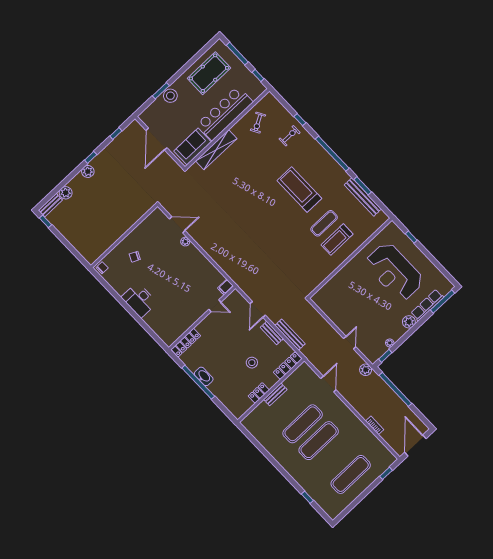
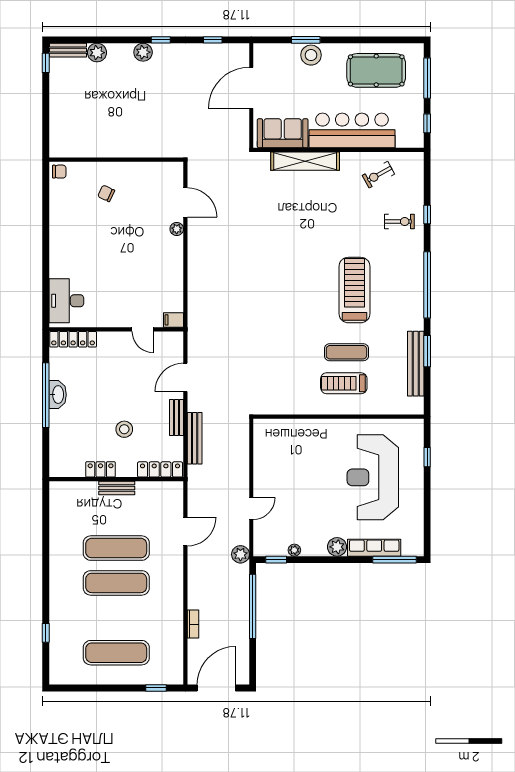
desk: (139, 300) -> (66, 301), moved

